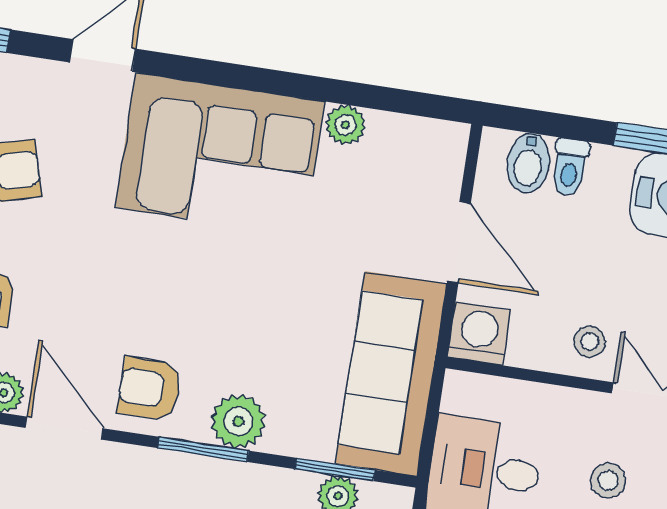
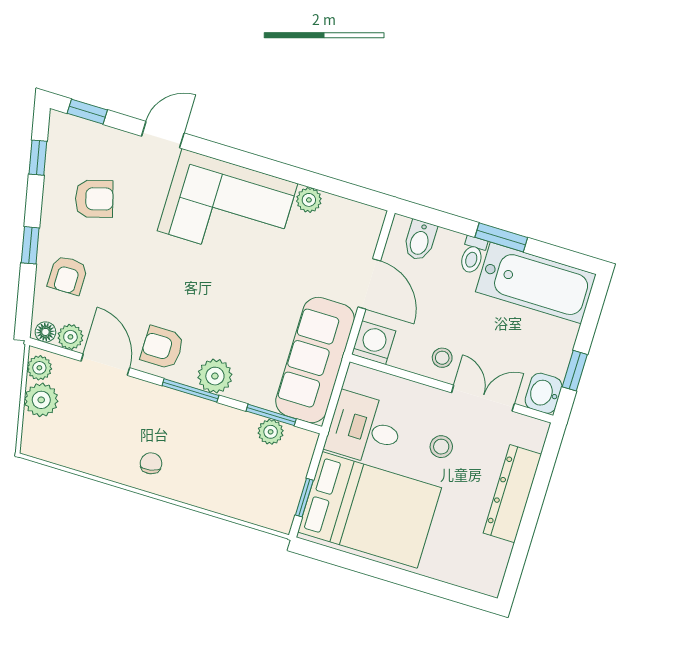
toilet: (570, 167) -> (473, 255), moved

